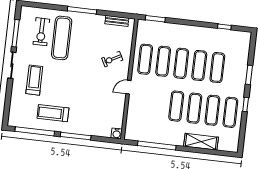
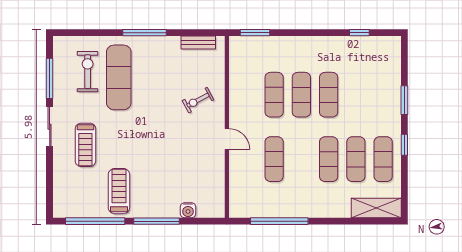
exercise bike: (41, 32) -> (88, 72), turned 180
exercise mat: (145, 59) -> (247, 95), removed
exercise mat: (217, 68) -> (356, 95), removed
treadmill: (34, 80) -> (85, 145), turned 180
door: (128, 87) -> (227, 139), swing flipped
exercise mat: (176, 106) -> (274, 159), moved
treadmill: (53, 113) -> (119, 191), turned 90
water cooler: (117, 133) -> (188, 210), moved
shelving: (201, 142) -> (376, 208), moved

